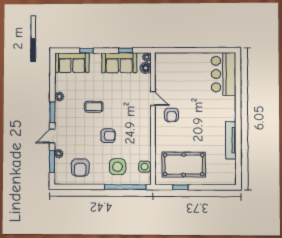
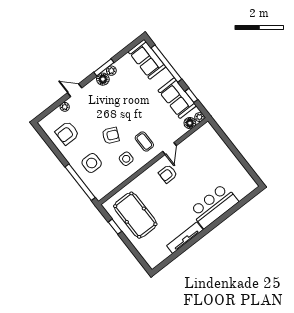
window: (87, 51) -> (166, 64), width x3.17
bar counter: (224, 74) -> (214, 206), moved
coffee table: (94, 107) -> (144, 142), moved
floor lamp: (61, 108) -> (103, 79), added
window: (52, 112) -> (104, 67), moved
armchair: (108, 136) -> (111, 136), turned -65
window: (52, 161) -> (54, 106), removed
side table: (145, 167) -> (126, 159), moved

